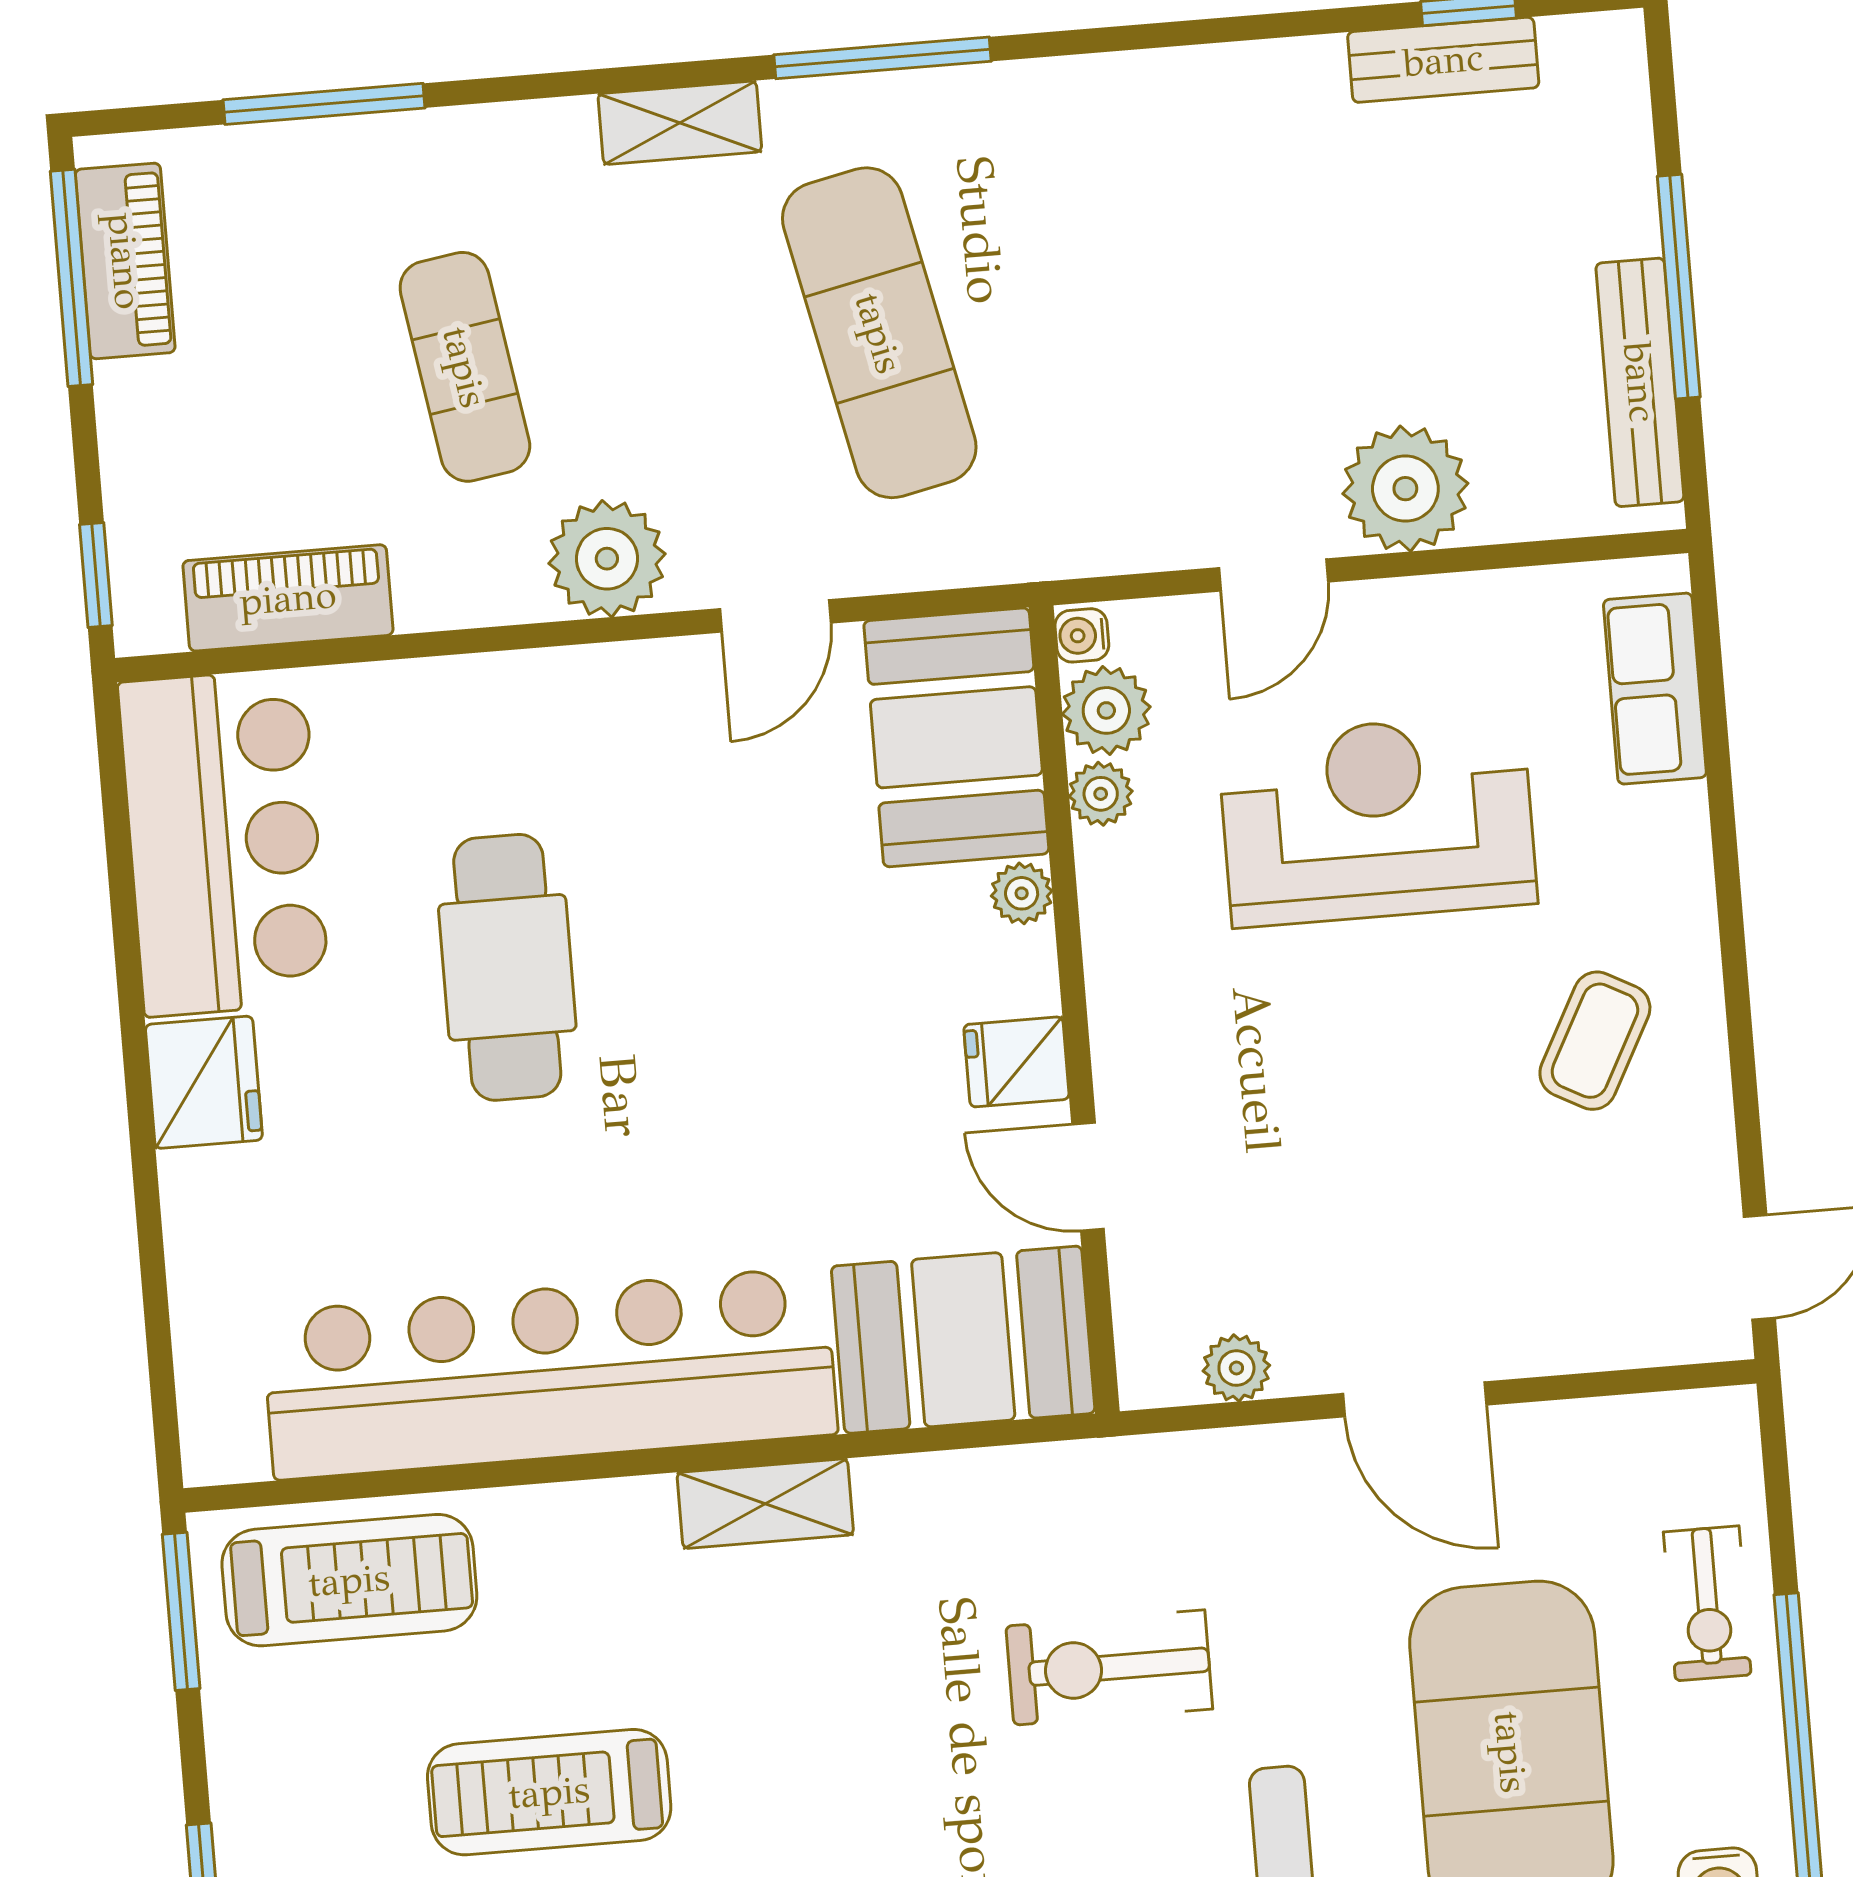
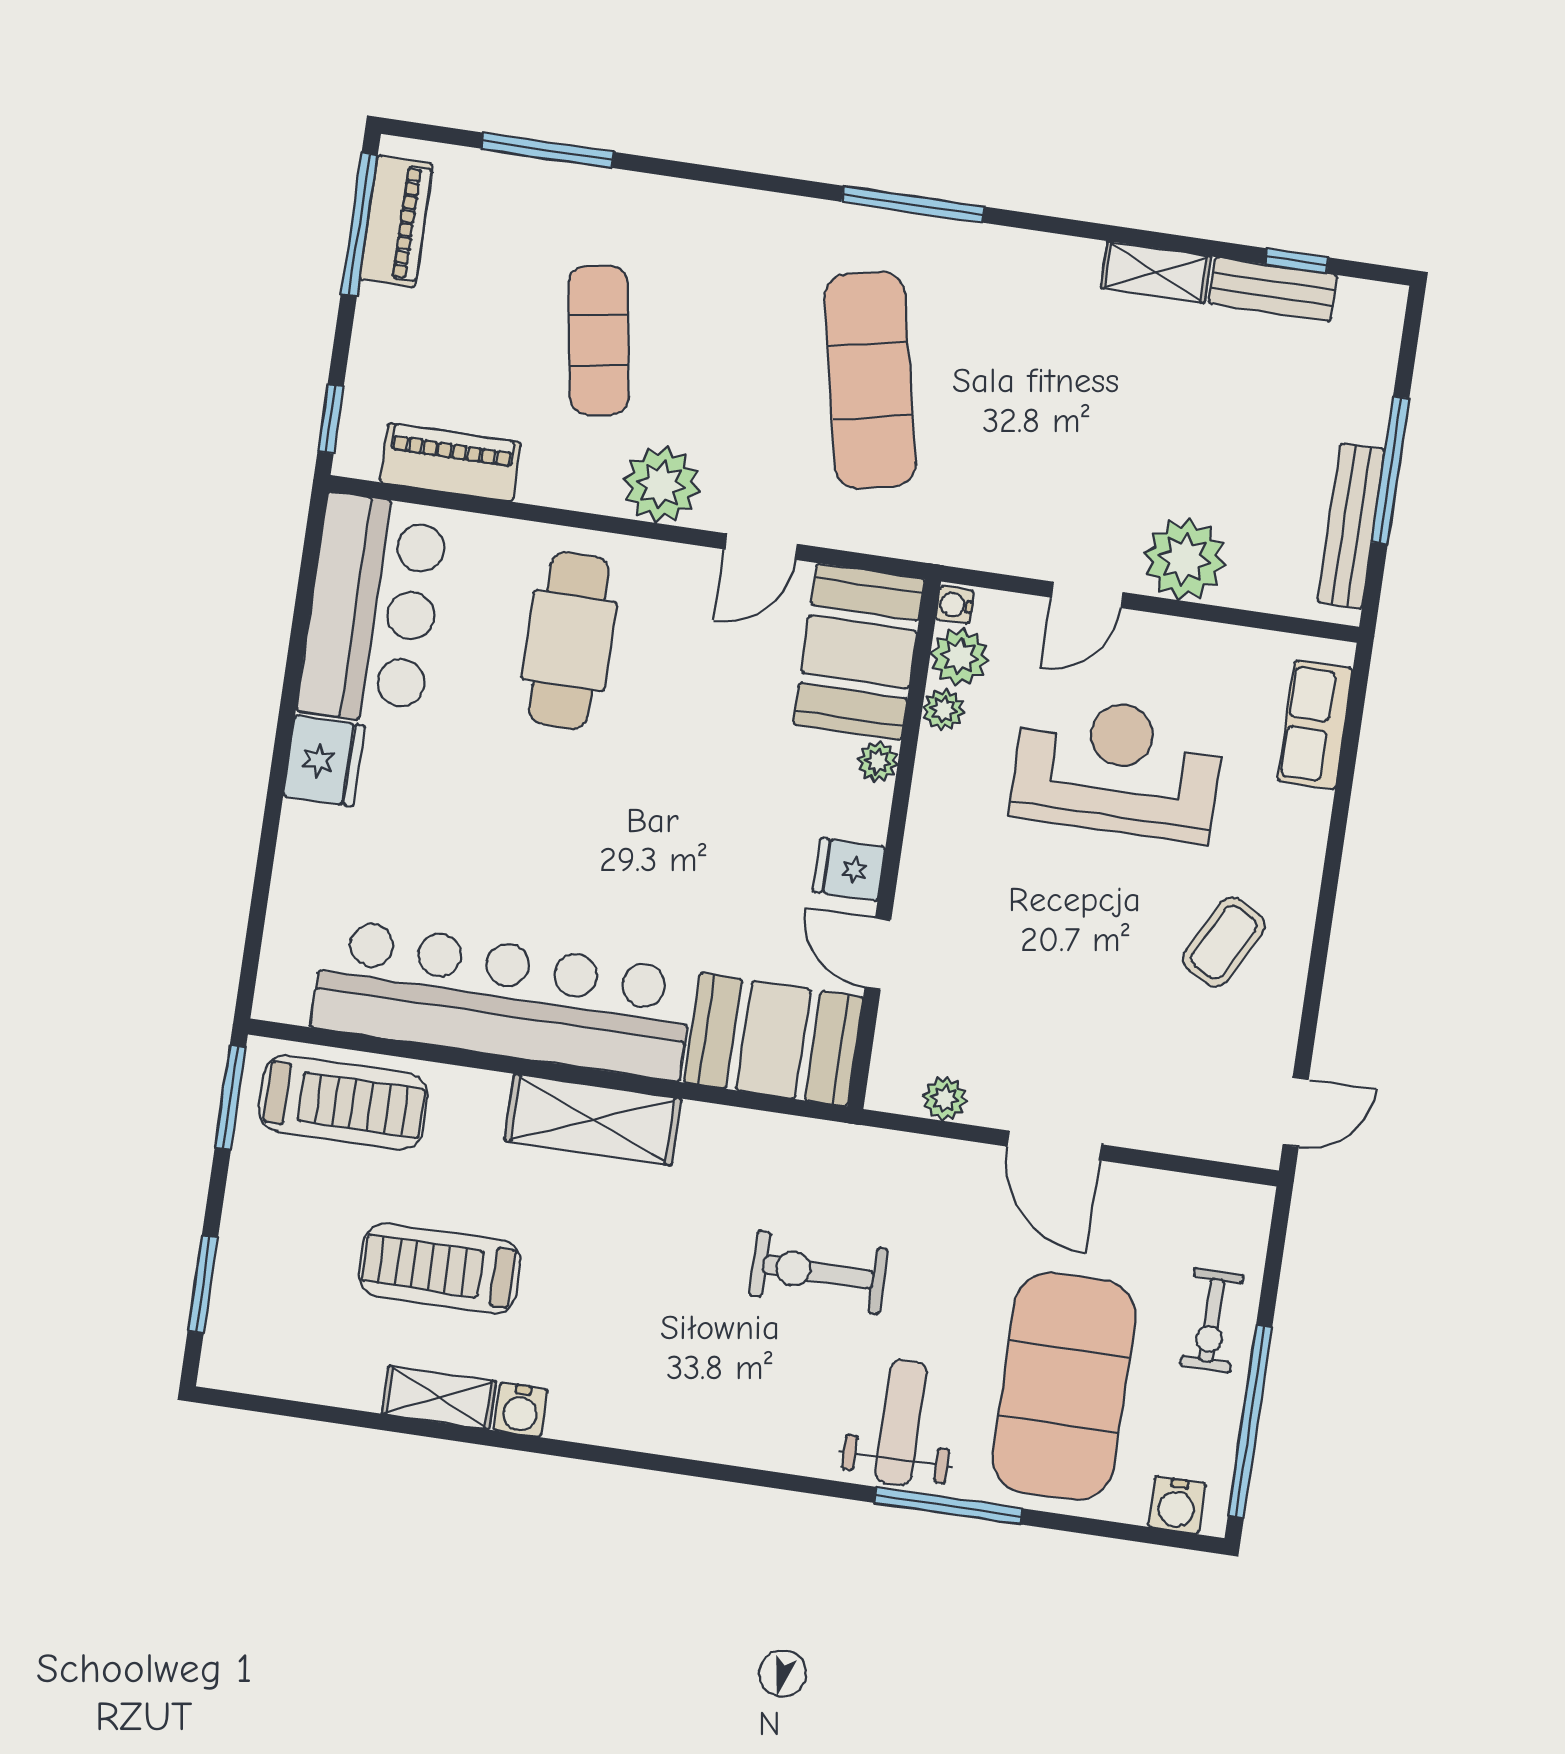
shelving: (680, 123) -> (1156, 272), moved
cafe table: (507, 967) -> (569, 641), moved
shelving: (765, 1504) -> (593, 1120), width x1.50, depth x1.33

